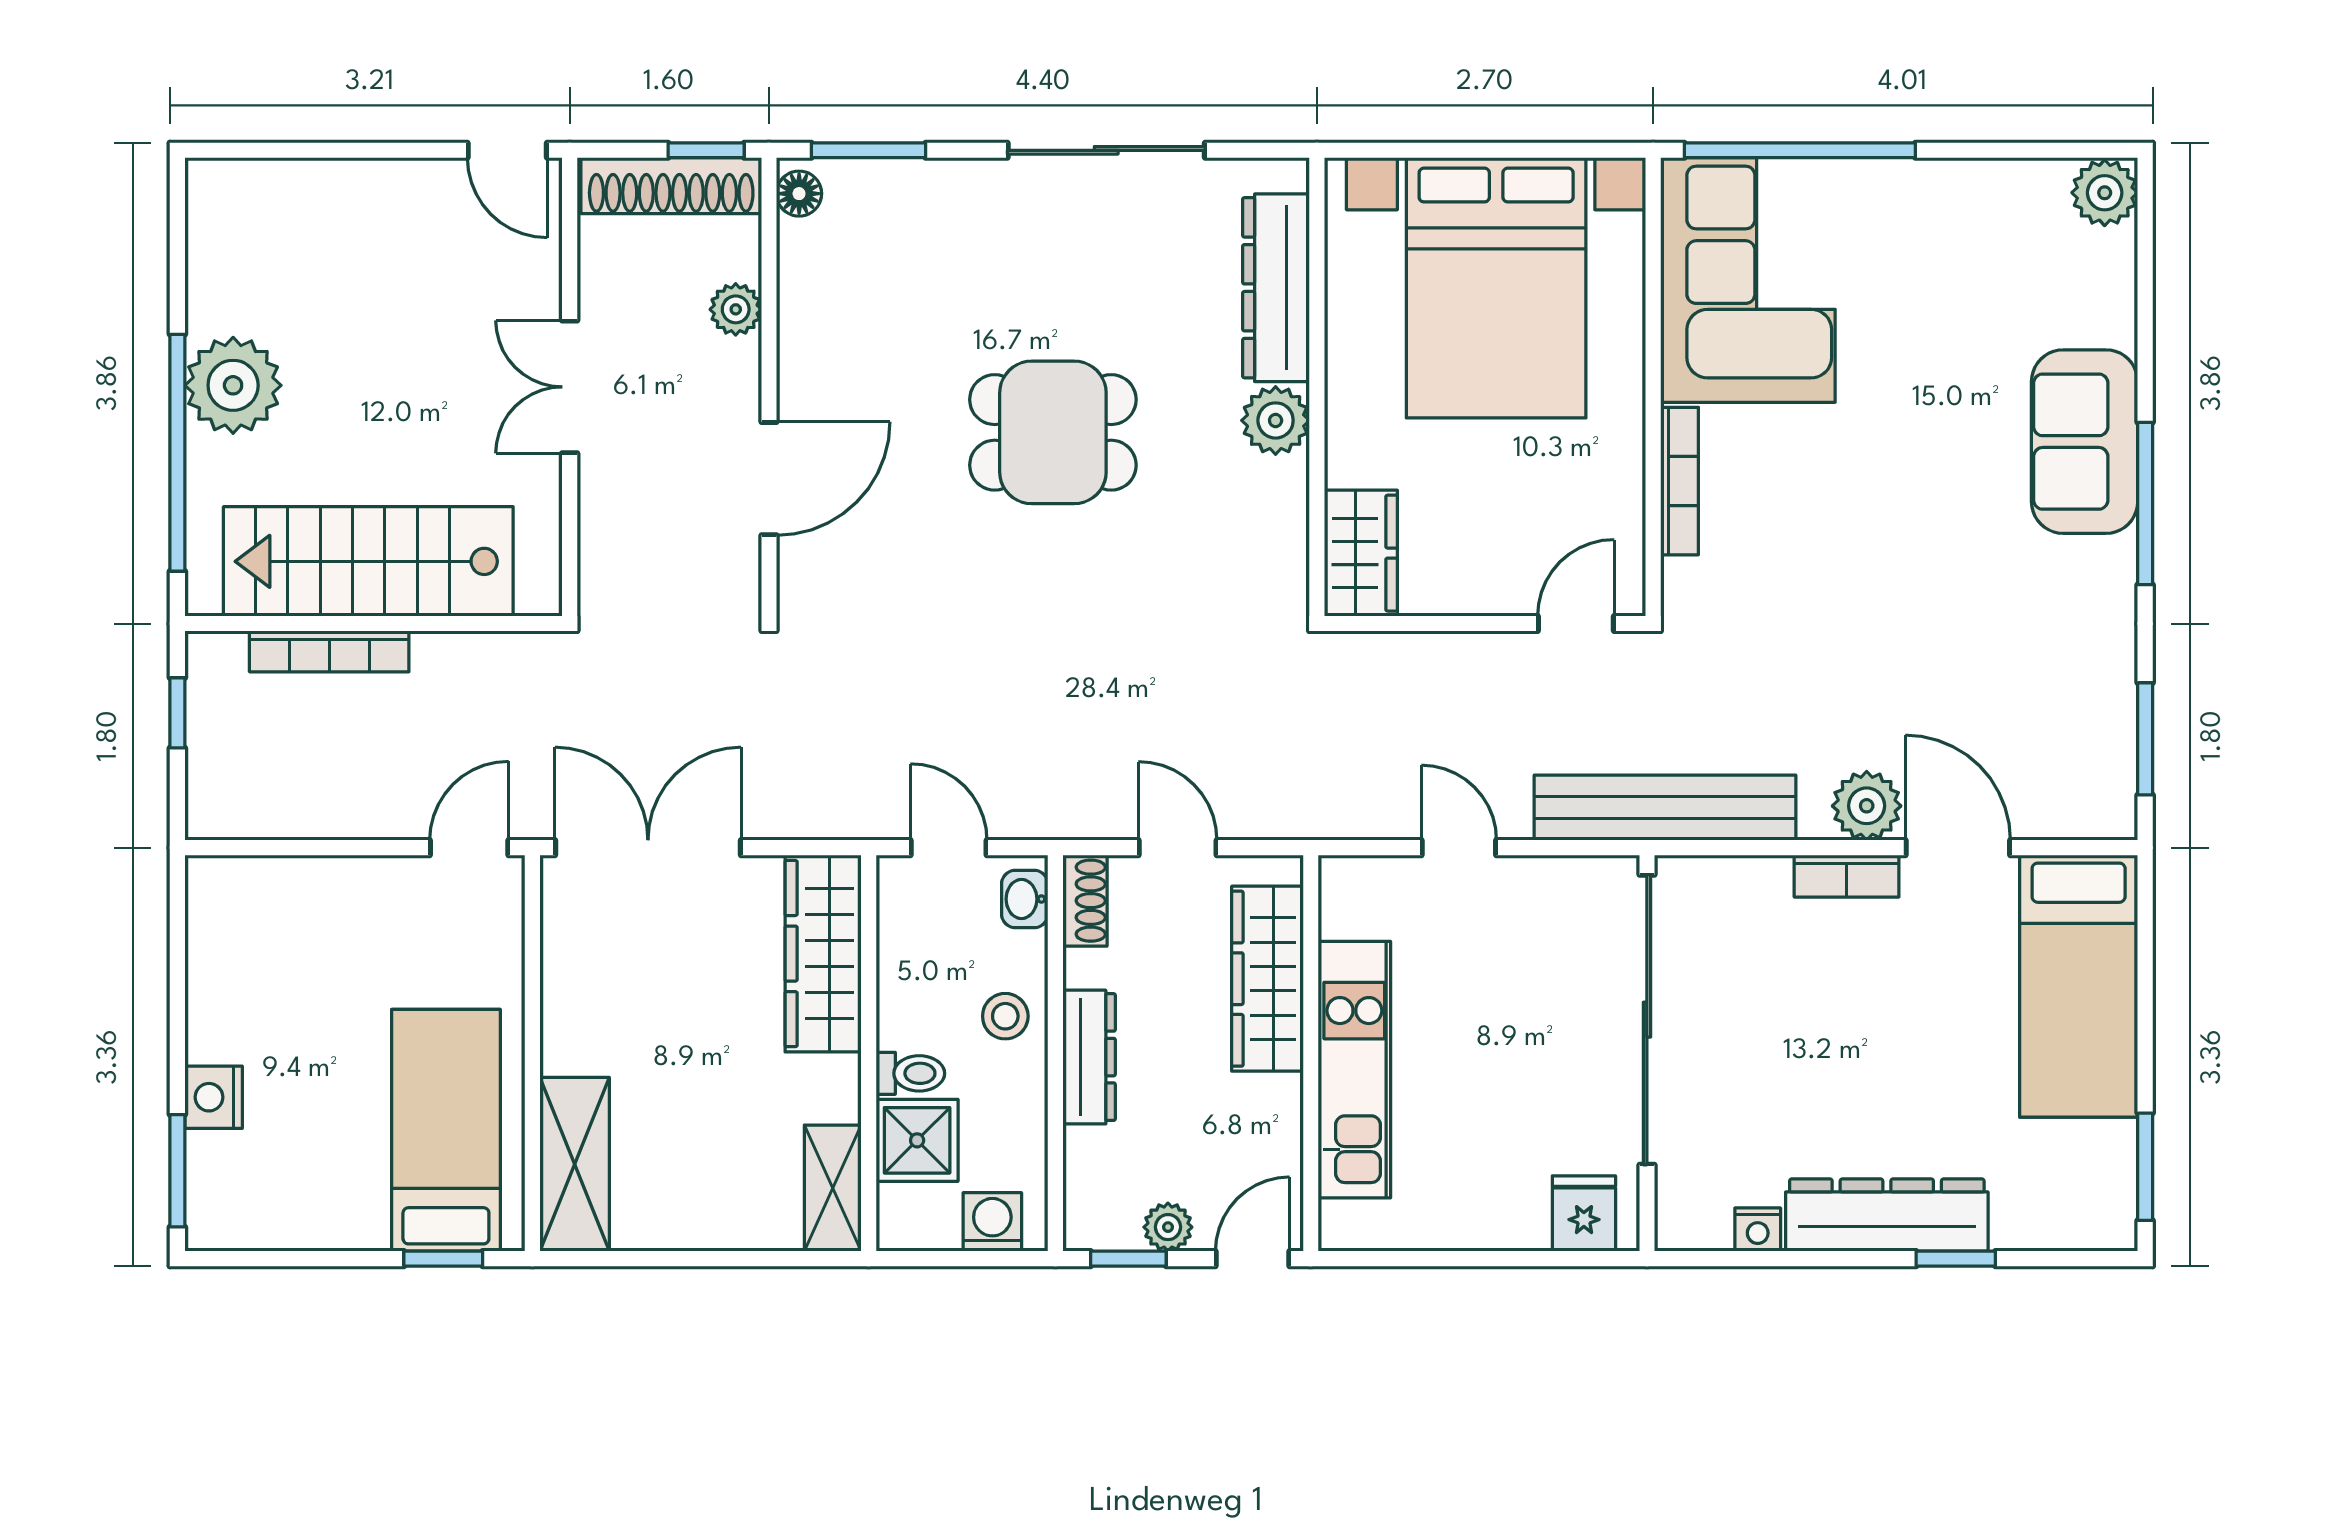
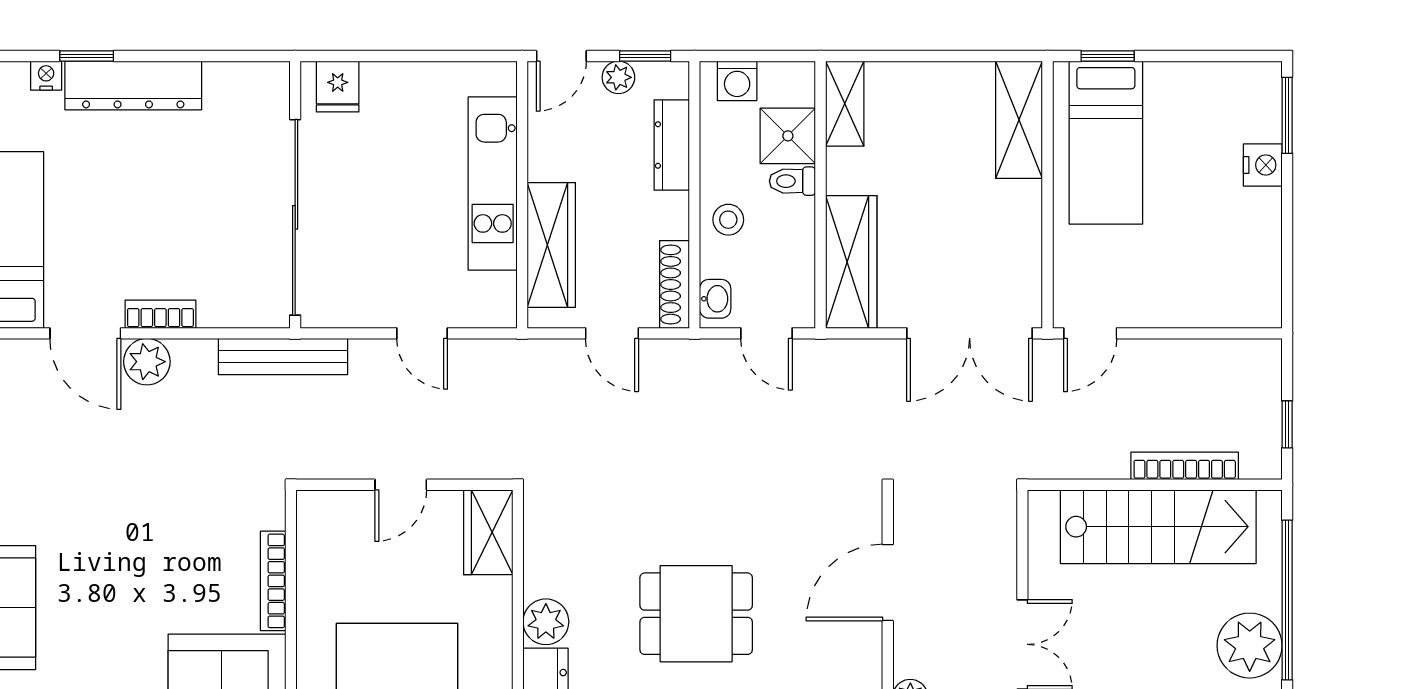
door: (1576, 624) -> (401, 485), moved
bench: (1665, 808) -> (283, 357), width x0.73, depth x0.82
shoe rack: (1085, 901) -> (674, 284), width x1.43
dresser: (1089, 1057) -> (672, 145), moved
nightstand: (1758, 1230) -> (46, 76), moved

